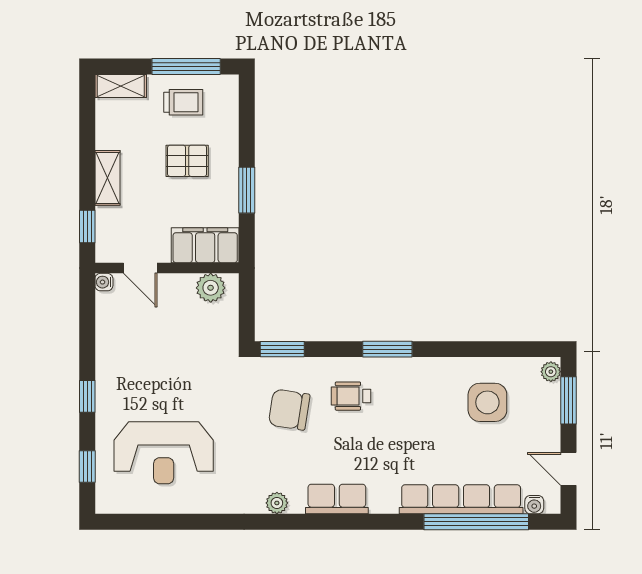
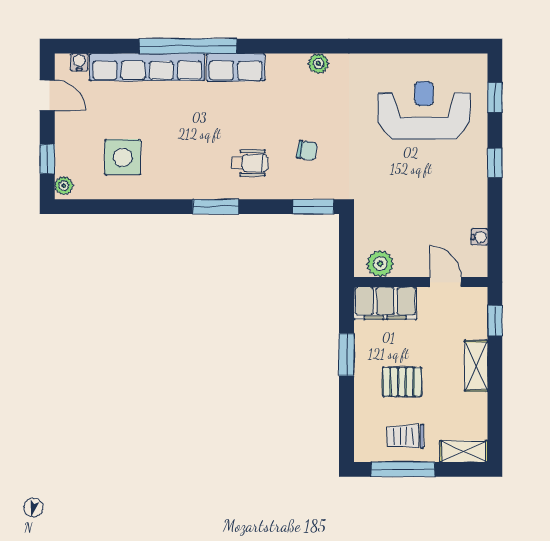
water cooler: (104, 282) -> (479, 237), moved
window: (569, 400) -> (47, 159), width x0.67
chair: (289, 410) -> (307, 150), width x0.54, depth x0.54
row of seats: (337, 499) -> (236, 67), moved
window: (476, 522) -> (188, 46), moved

